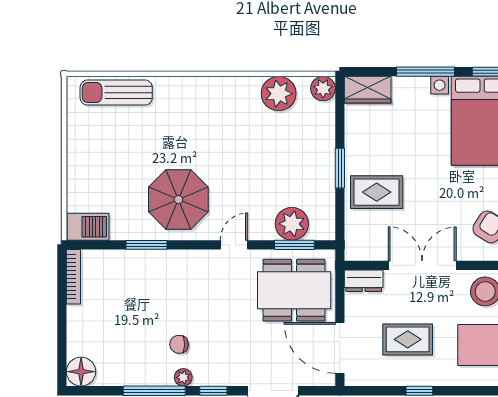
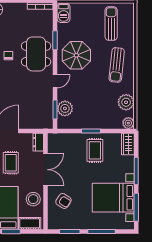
sun lounger: (116, 93) -> (111, 24), moved
sun lounger: (199, 114) -> (117, 65), added
rug: (377, 192) -> (95, 150), moved
door: (234, 245) -> (55, 81), hinge flipped
dining table: (294, 290) -> (36, 54), moved

